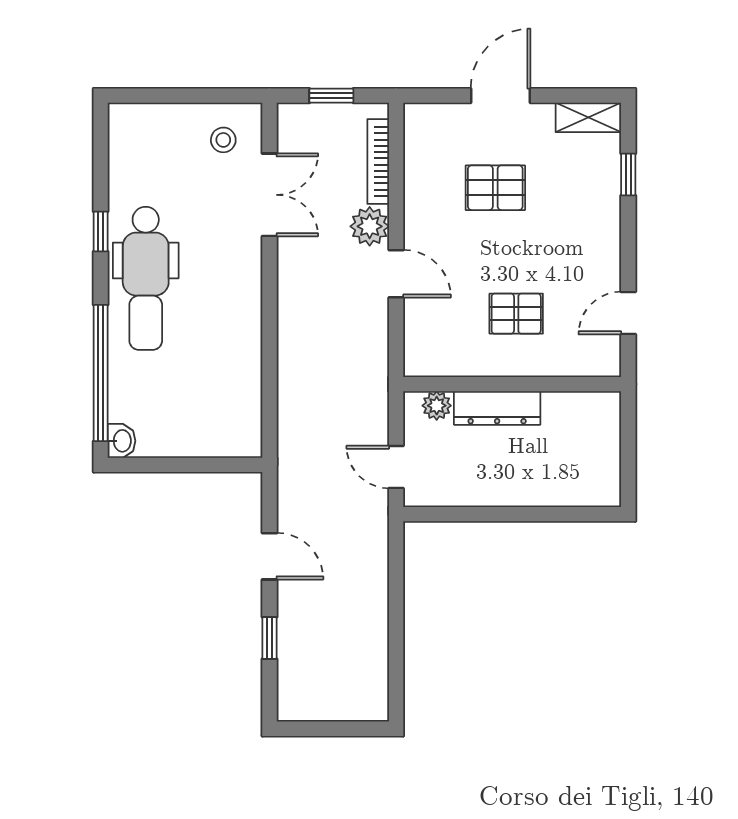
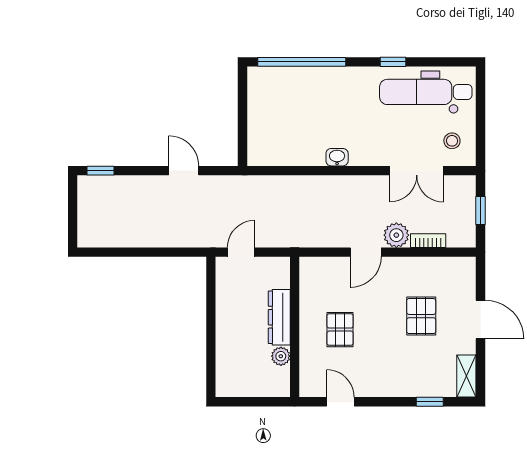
bookcase: (378, 162) -> (428, 241), width x0.64
dental chair: (146, 278) -> (426, 92), moved
plant: (437, 406) -> (281, 356), moved
washbasin: (122, 441) -> (337, 157), moved, turned 180
door: (270, 556) -> (184, 171), swing flipped
window: (270, 638) -> (101, 171), moved

